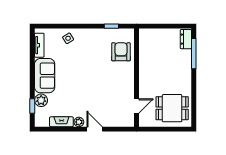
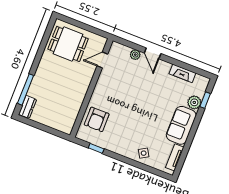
plant: (79, 122) -> (135, 55), moved

